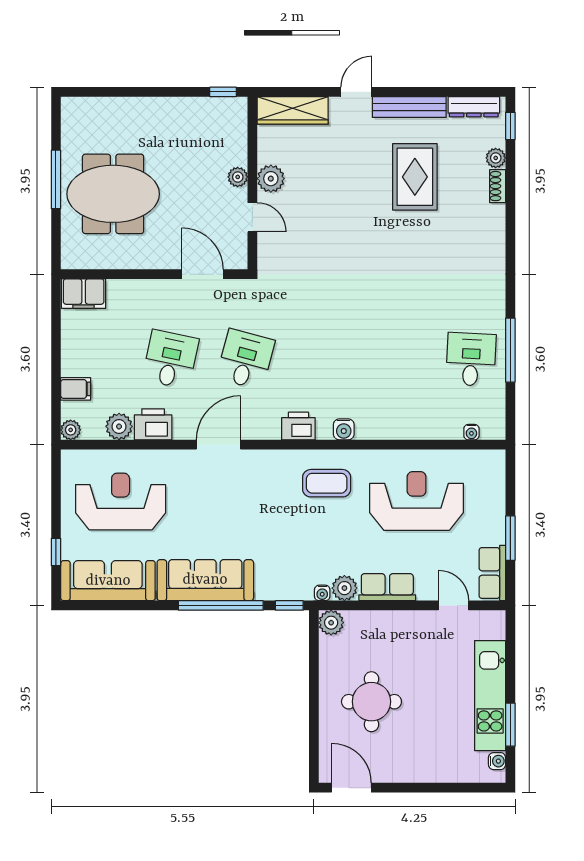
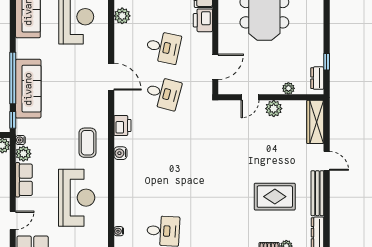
window: (223, 92) -> (327, 62), moved
dresser: (221, 107) -> (317, 78), added
plant: (238, 177) -> (288, 88), moved
printer: (153, 424) -> (203, 20), moved, turned 180
sofa: (205, 580) -> (28, 89), moved

